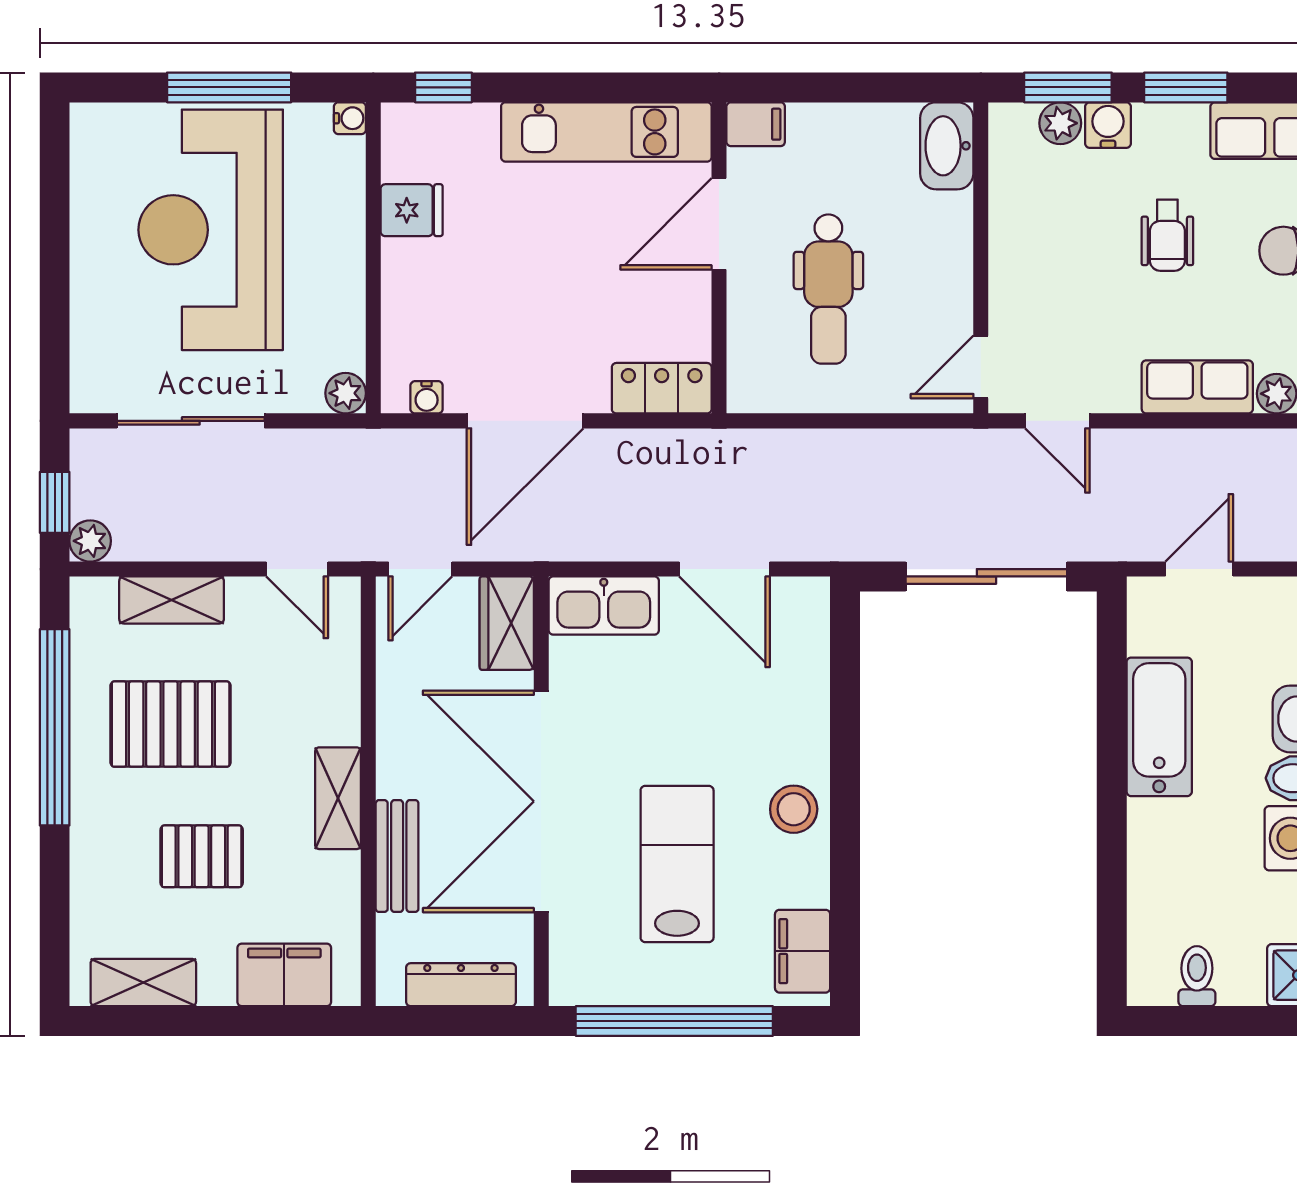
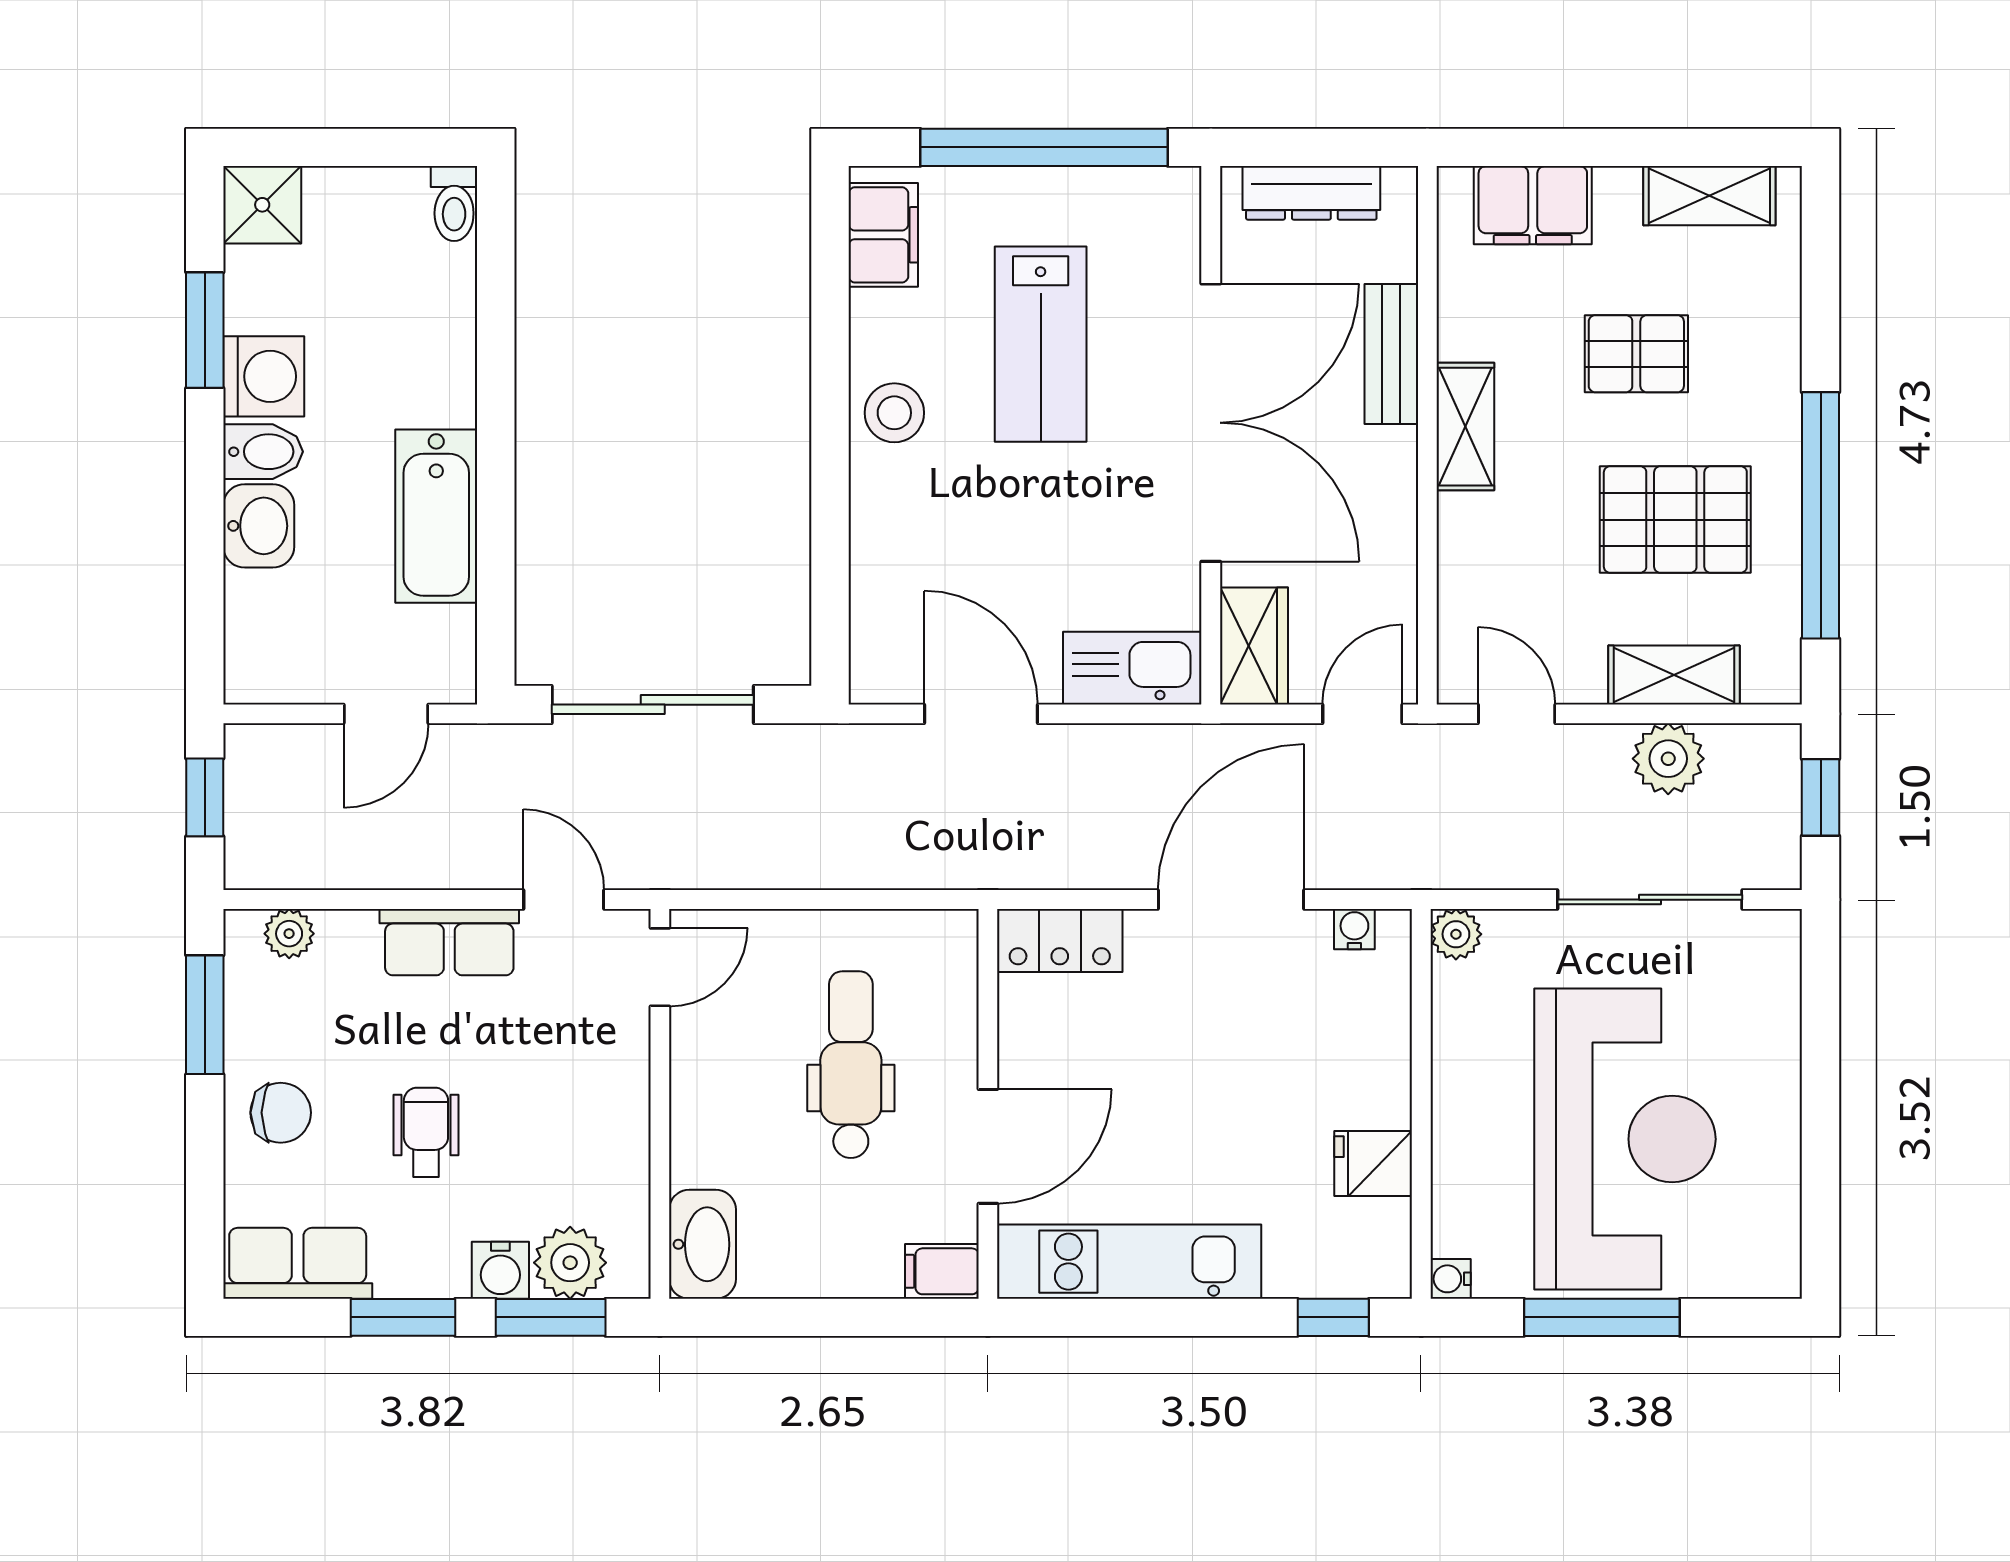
plant: (1060, 123) -> (570, 1263), width x1.38, depth x1.38
row of seats: (1197, 387) -> (449, 942), moved
plant: (90, 541) -> (1668, 759), moved, width x1.38, depth x1.38
toilet: (1197, 976) -> (454, 204), moved

